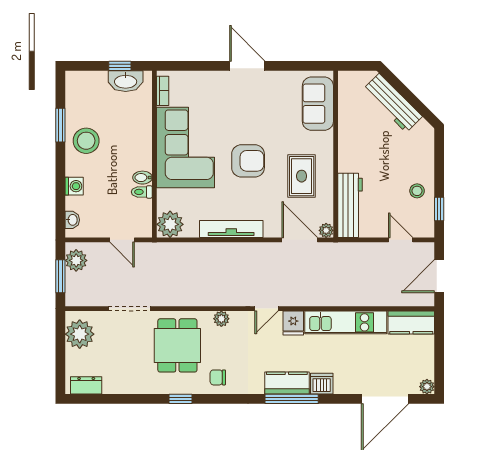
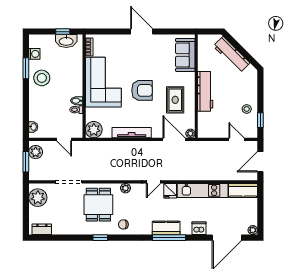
washing machine: (74, 186) -> (34, 54), moved
workbench: (350, 205) -> (205, 91), moved
dishwasher: (322, 384) -> (199, 228), moved

